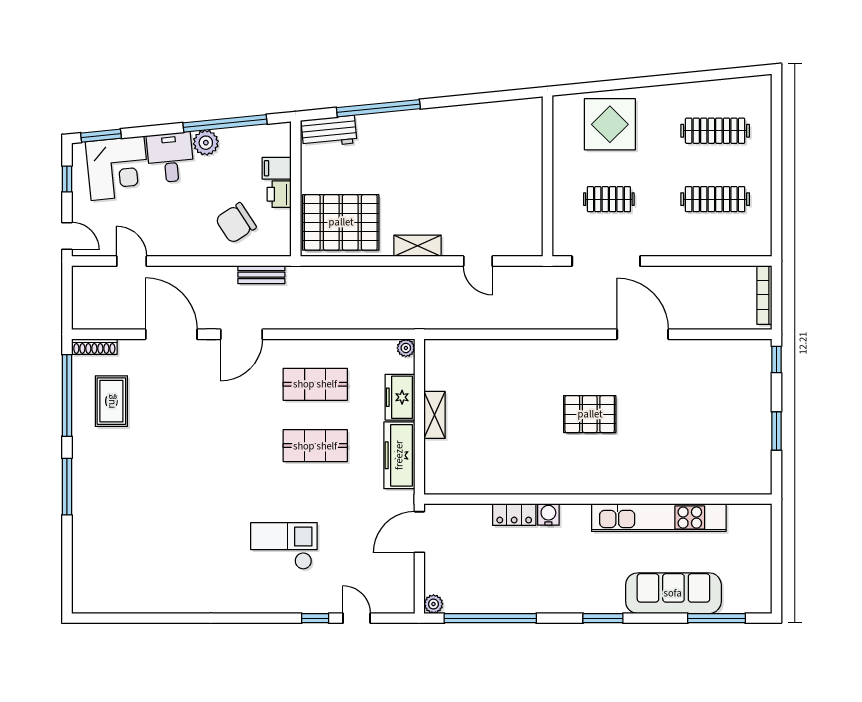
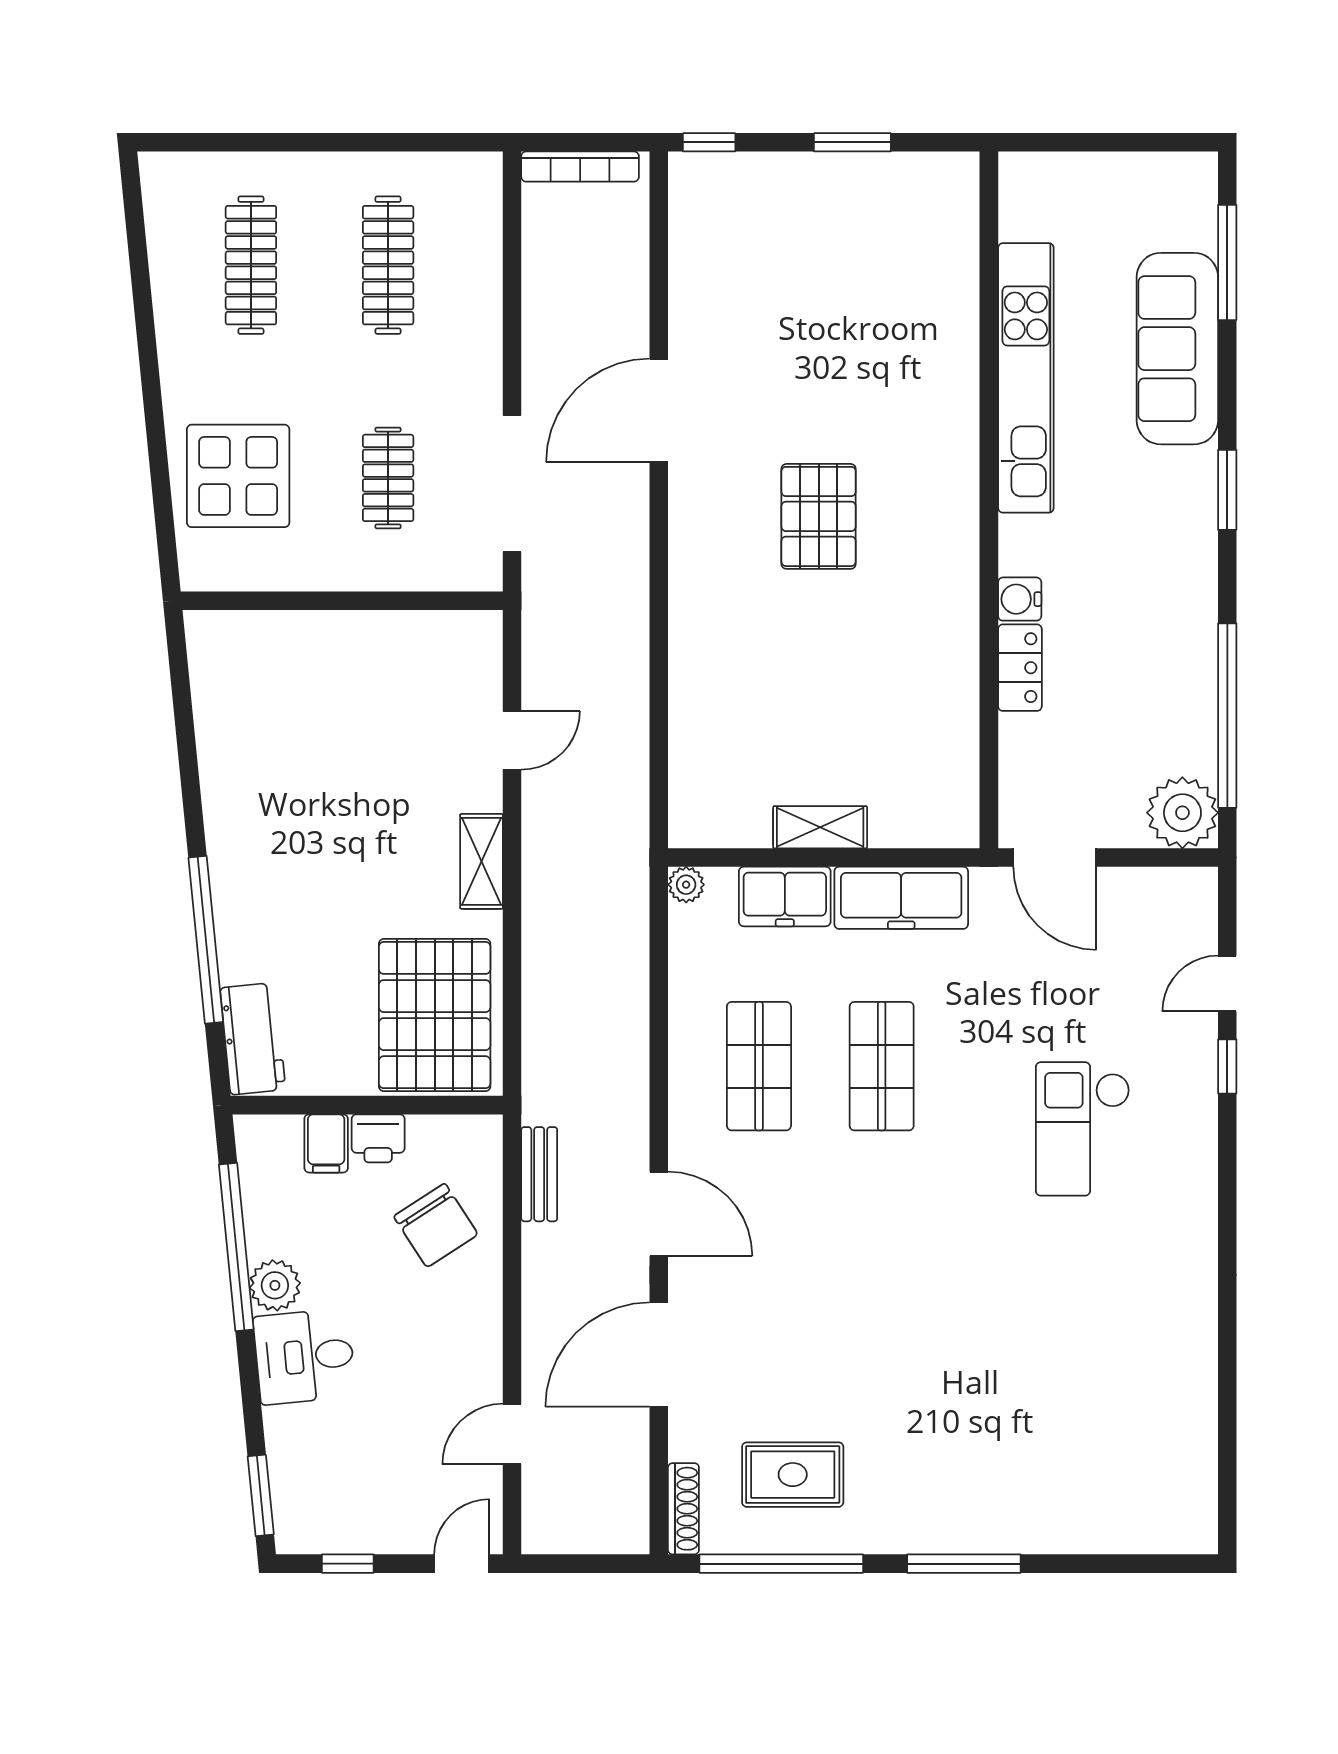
corner desk: (118, 168) -> (326, 1462), removed
plant: (433, 604) -> (1182, 813), width x1.88, depth x1.88

